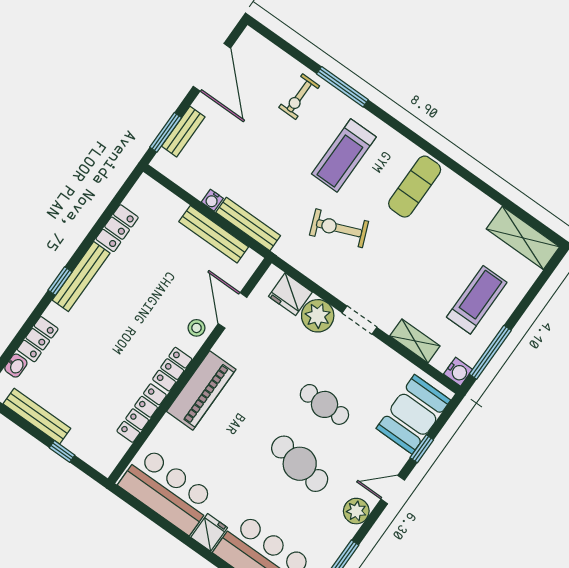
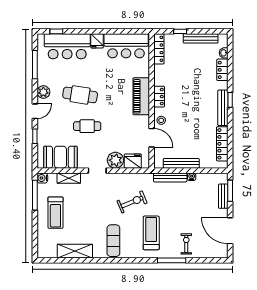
locker: (117, 228) -> (222, 144), width x1.53
shelving: (523, 238) -> (75, 251), moved
locker: (142, 413) -> (159, 49), moved
booth: (413, 414) -> (60, 157), moved, turned 90

